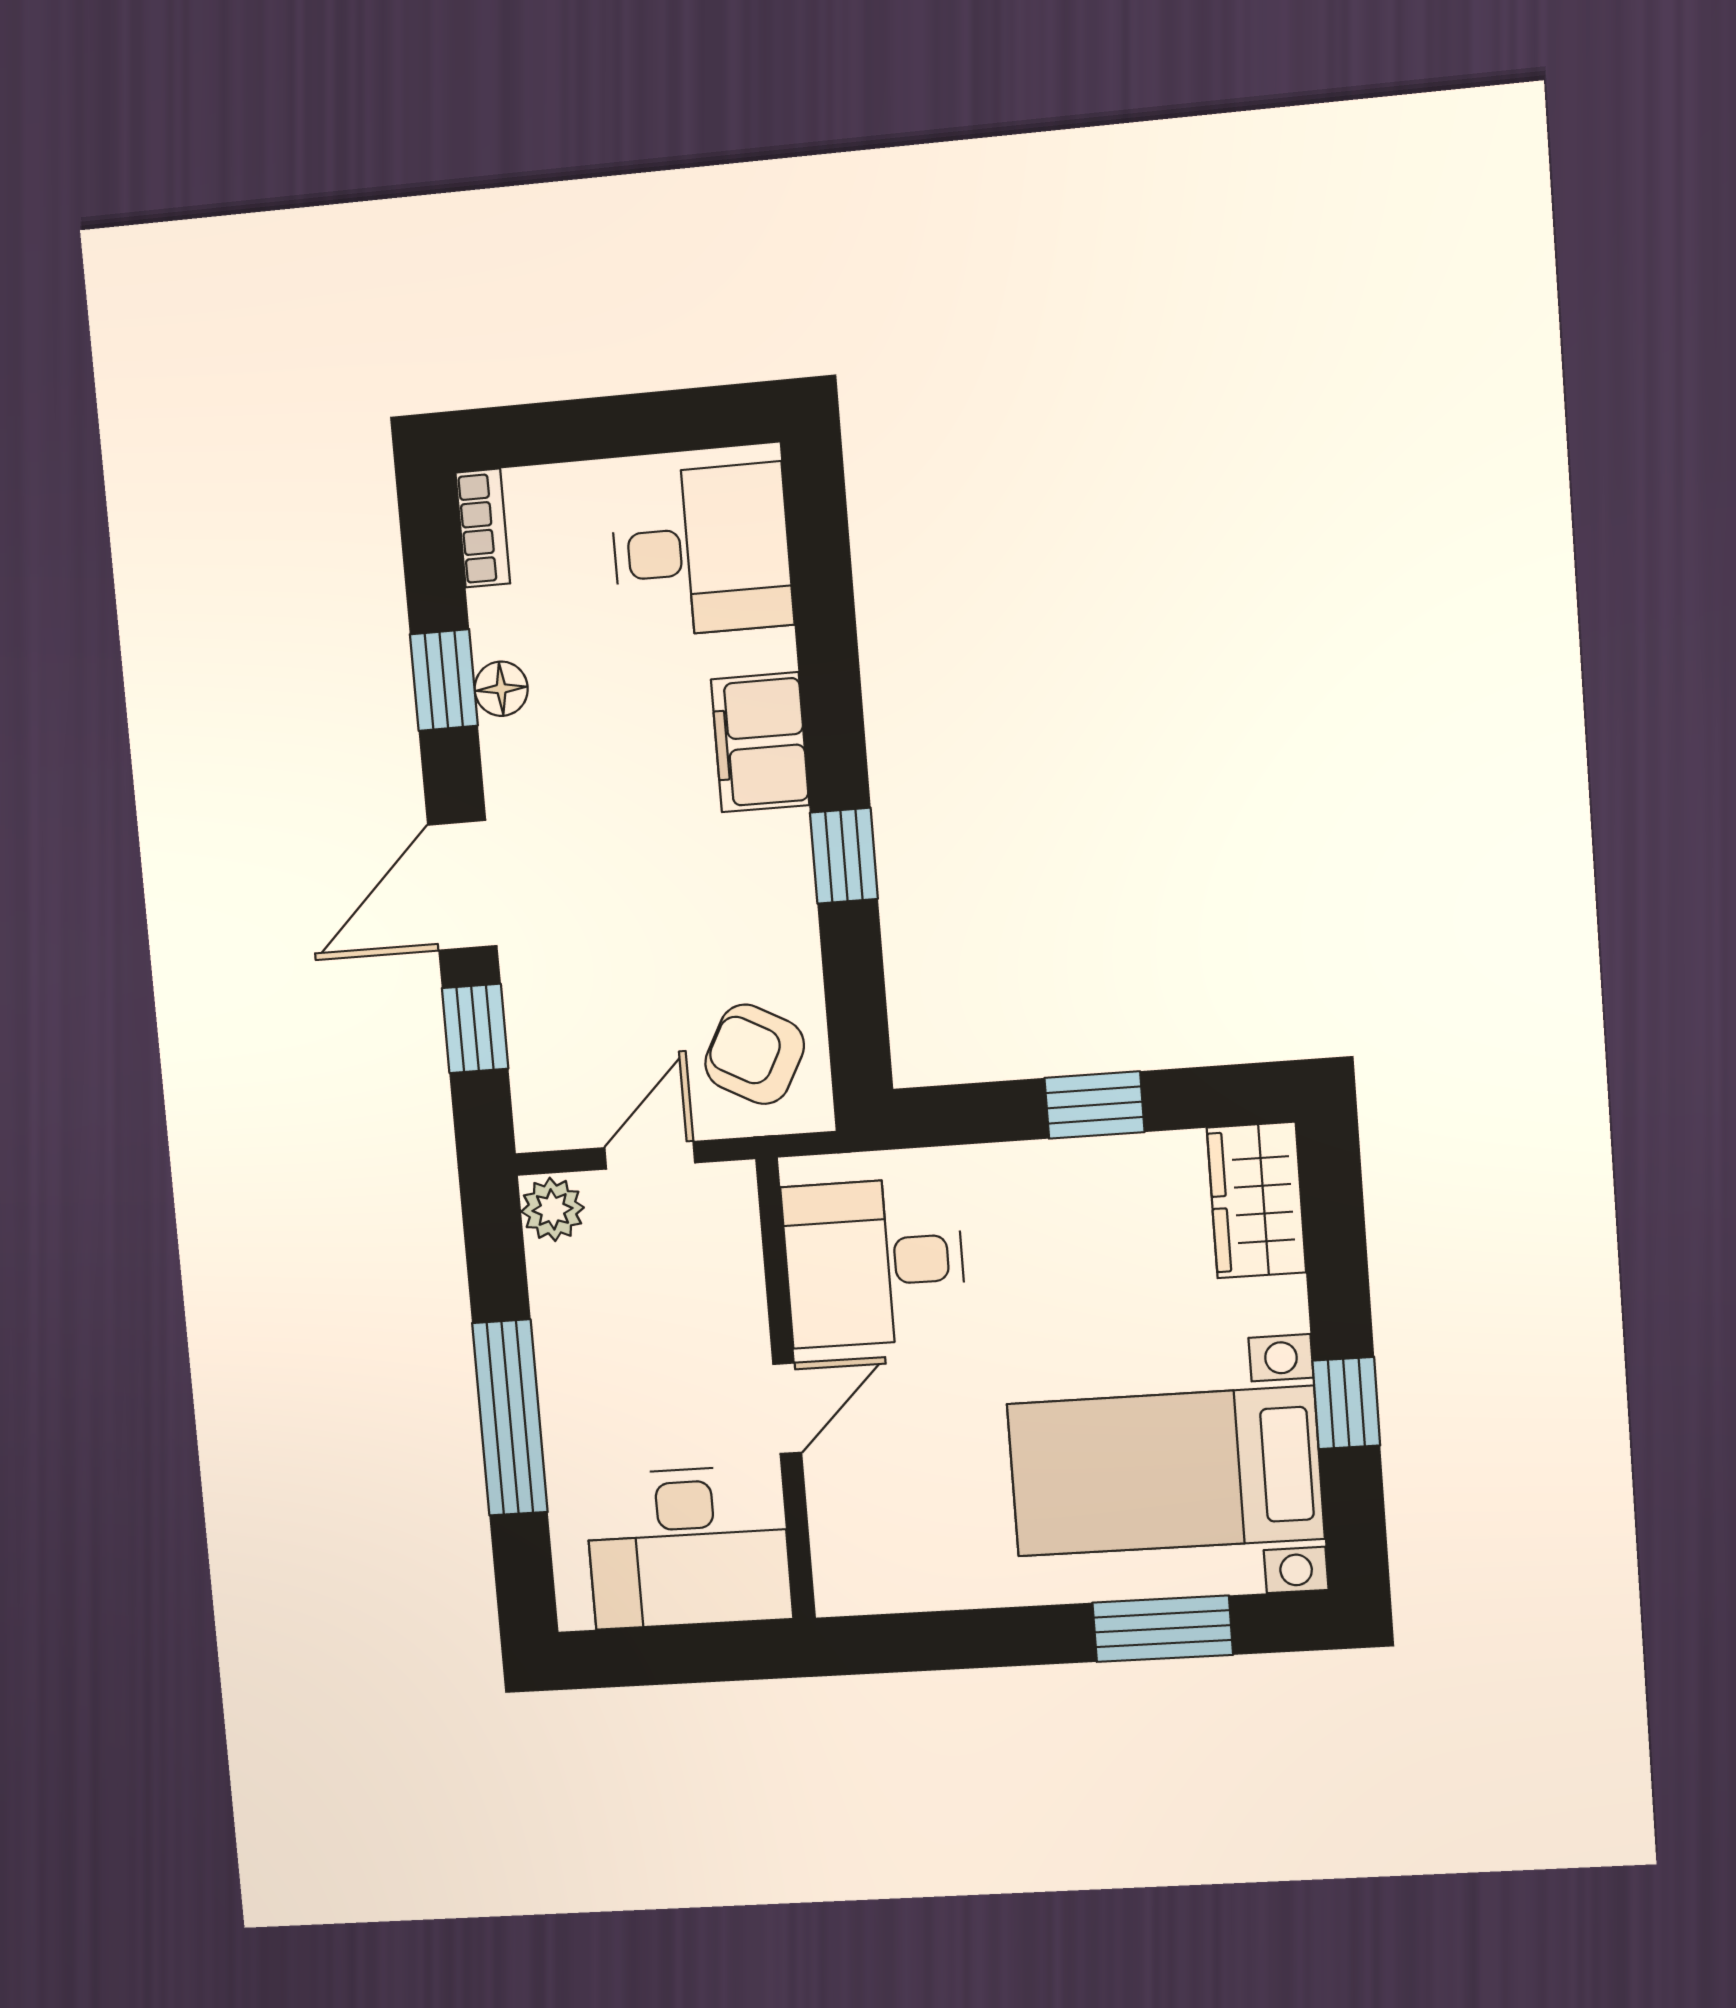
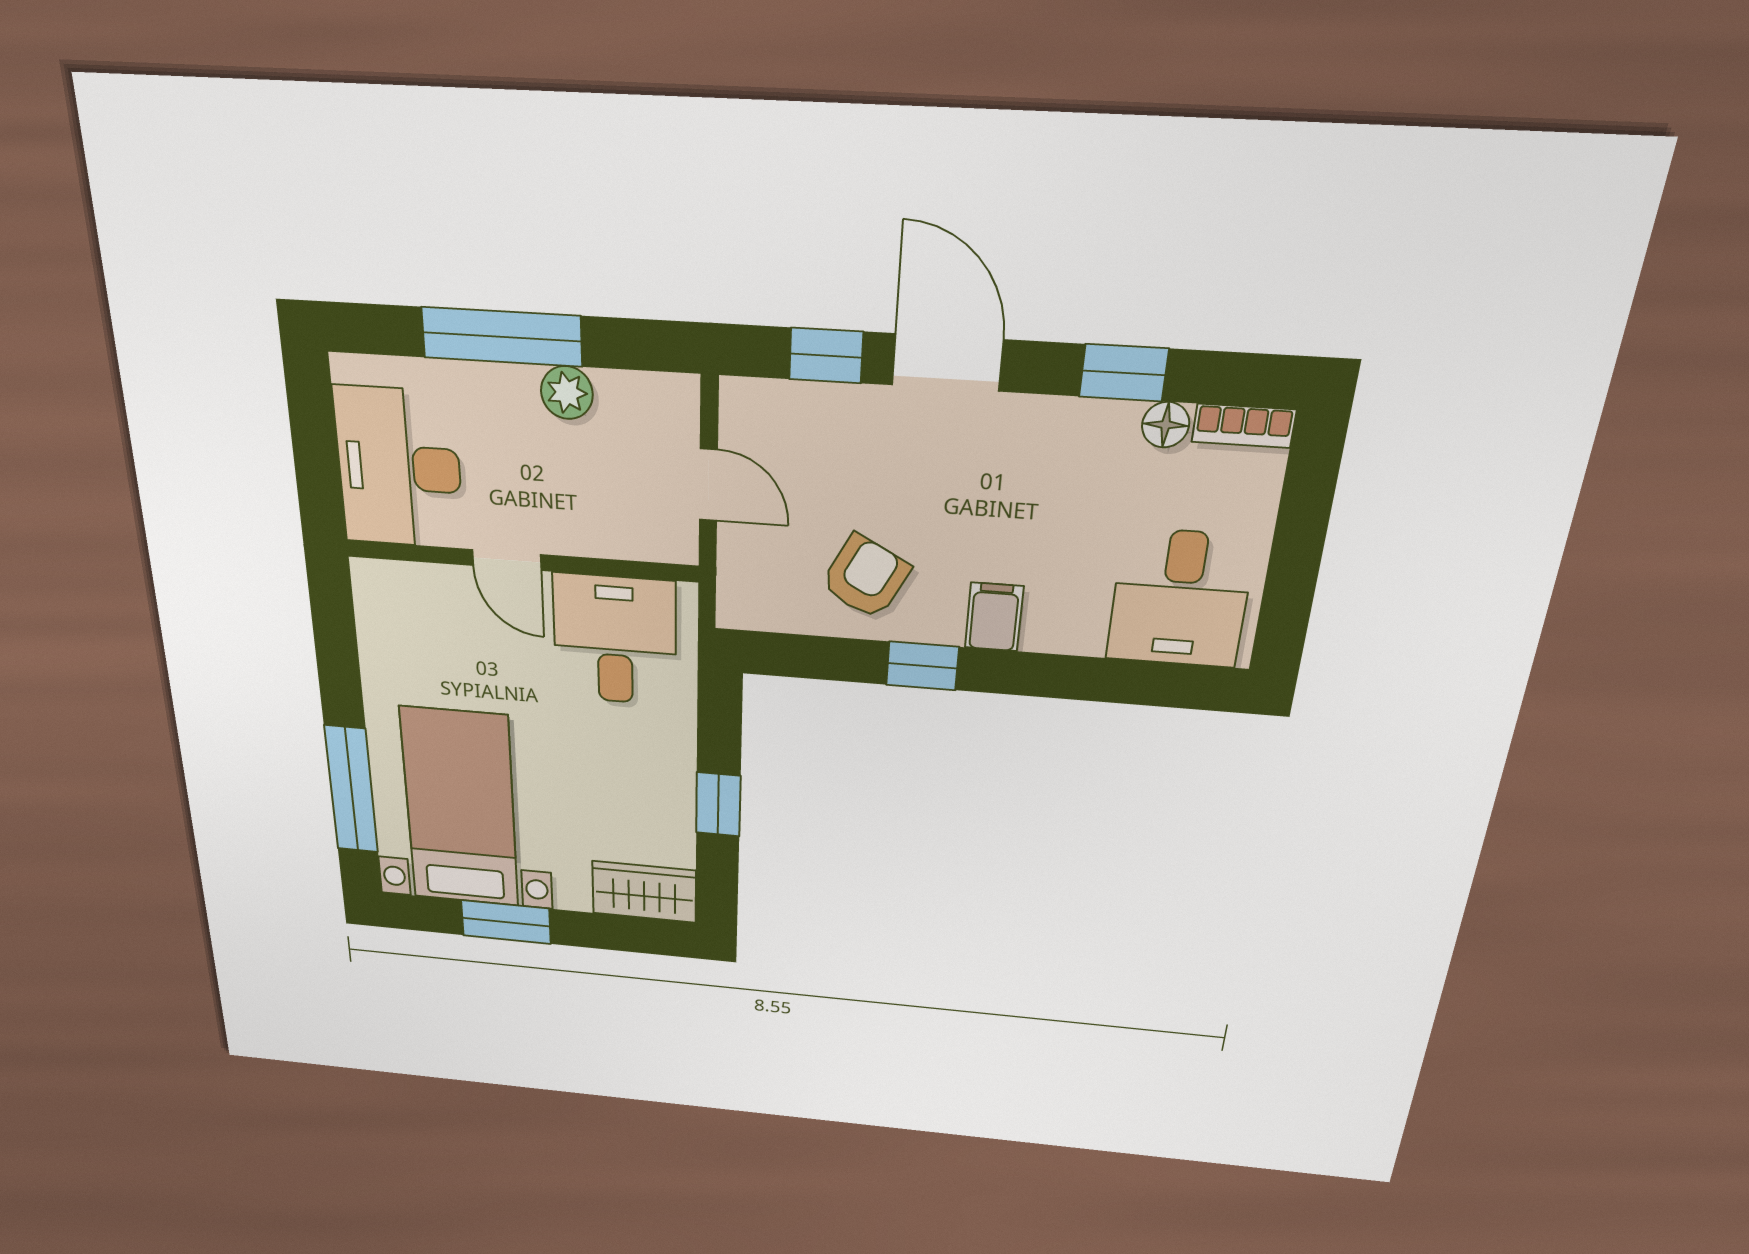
floor lamp: (501, 689) -> (1166, 425), moved
filing cabinet: (760, 742) -> (994, 617), width x0.50
armchair: (755, 1054) -> (866, 577), moved
plant: (553, 1209) -> (567, 393), moved
window: (1346, 1403) -> (506, 922), width x1.50
window: (1163, 1629) -> (351, 790), width x1.44

